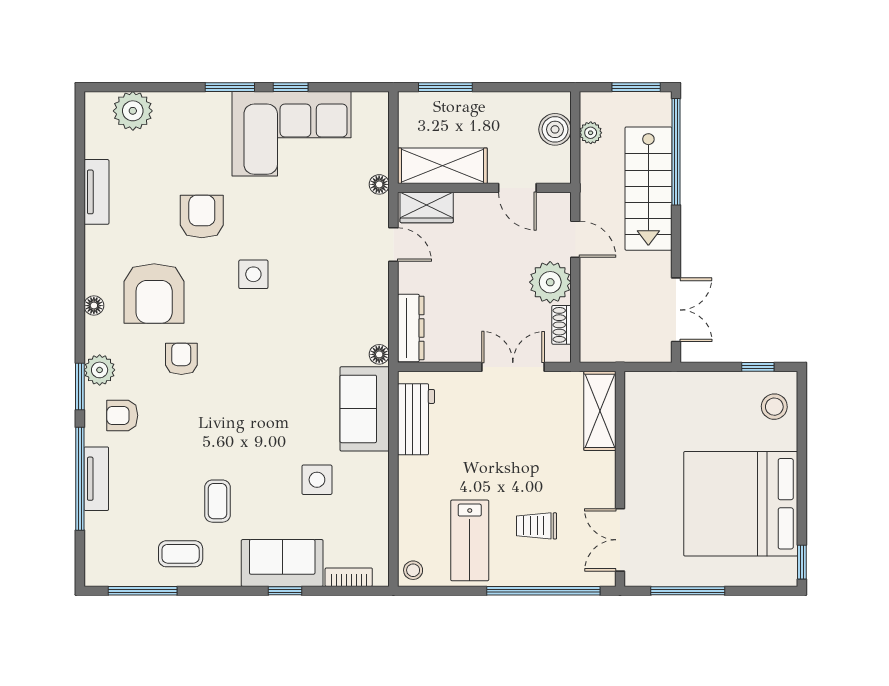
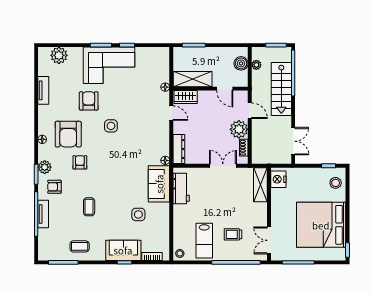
corner sofa: (292, 134) -> (109, 65), moved
nightstand: (642, 398) -> (278, 179), added
coffee table: (217, 501) -> (89, 207), moved

